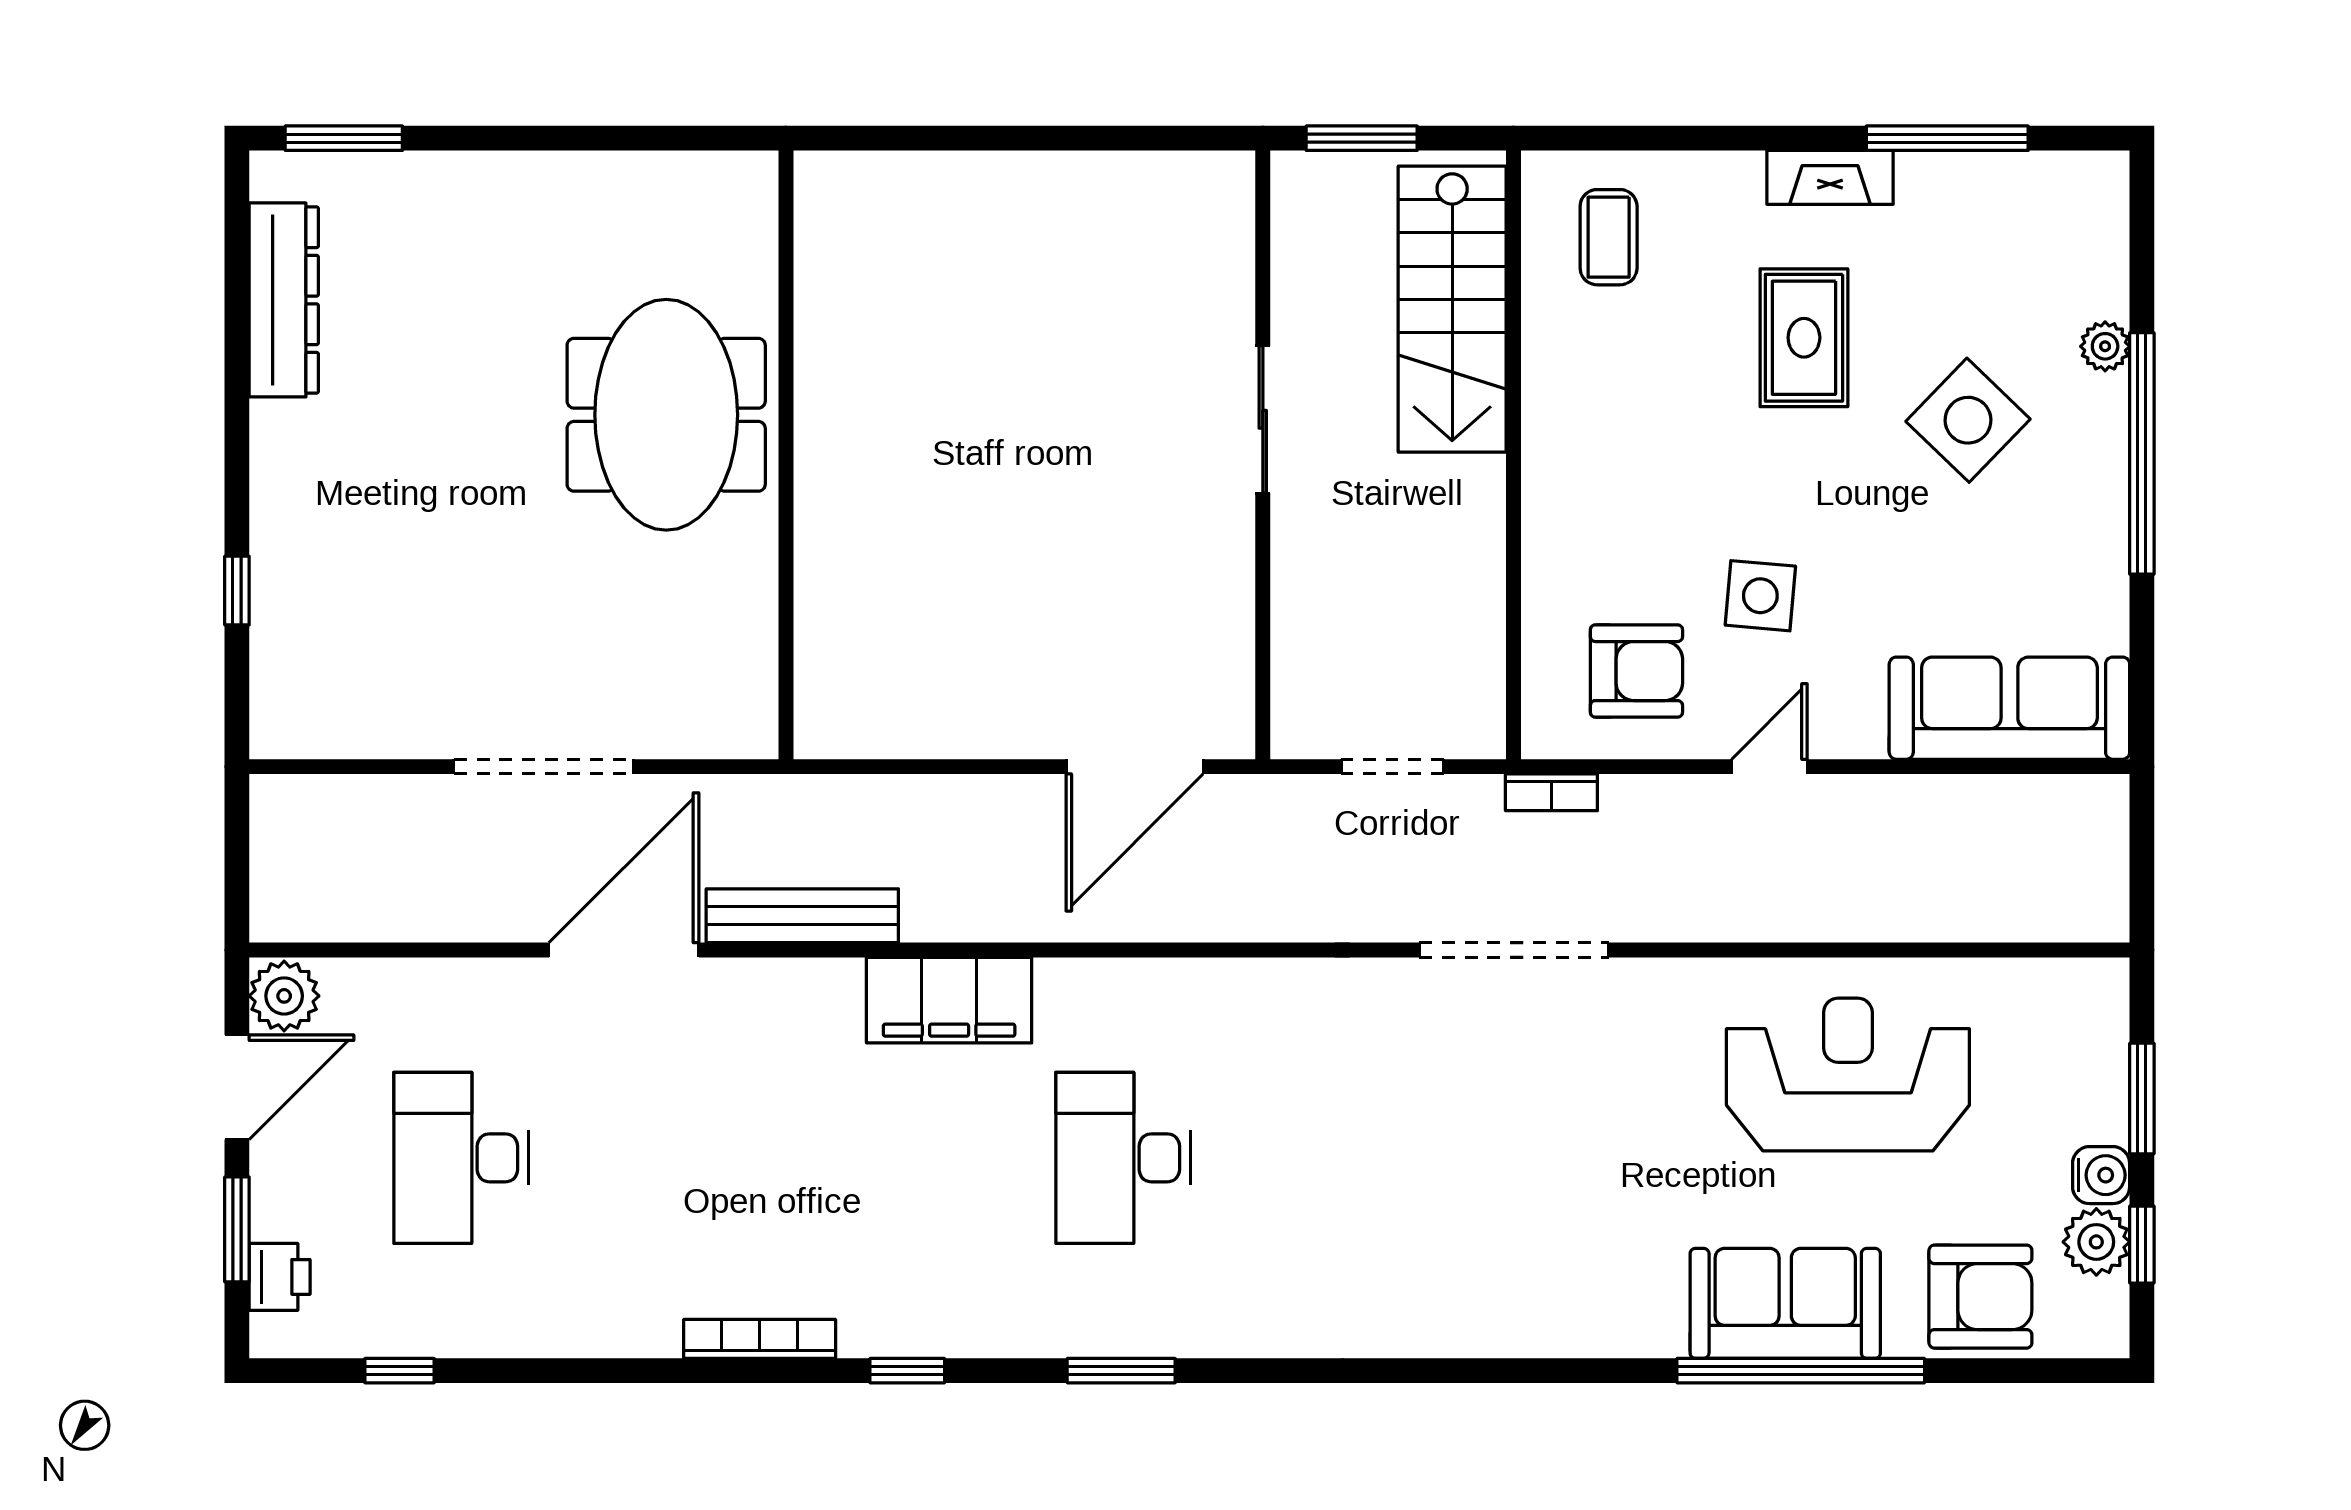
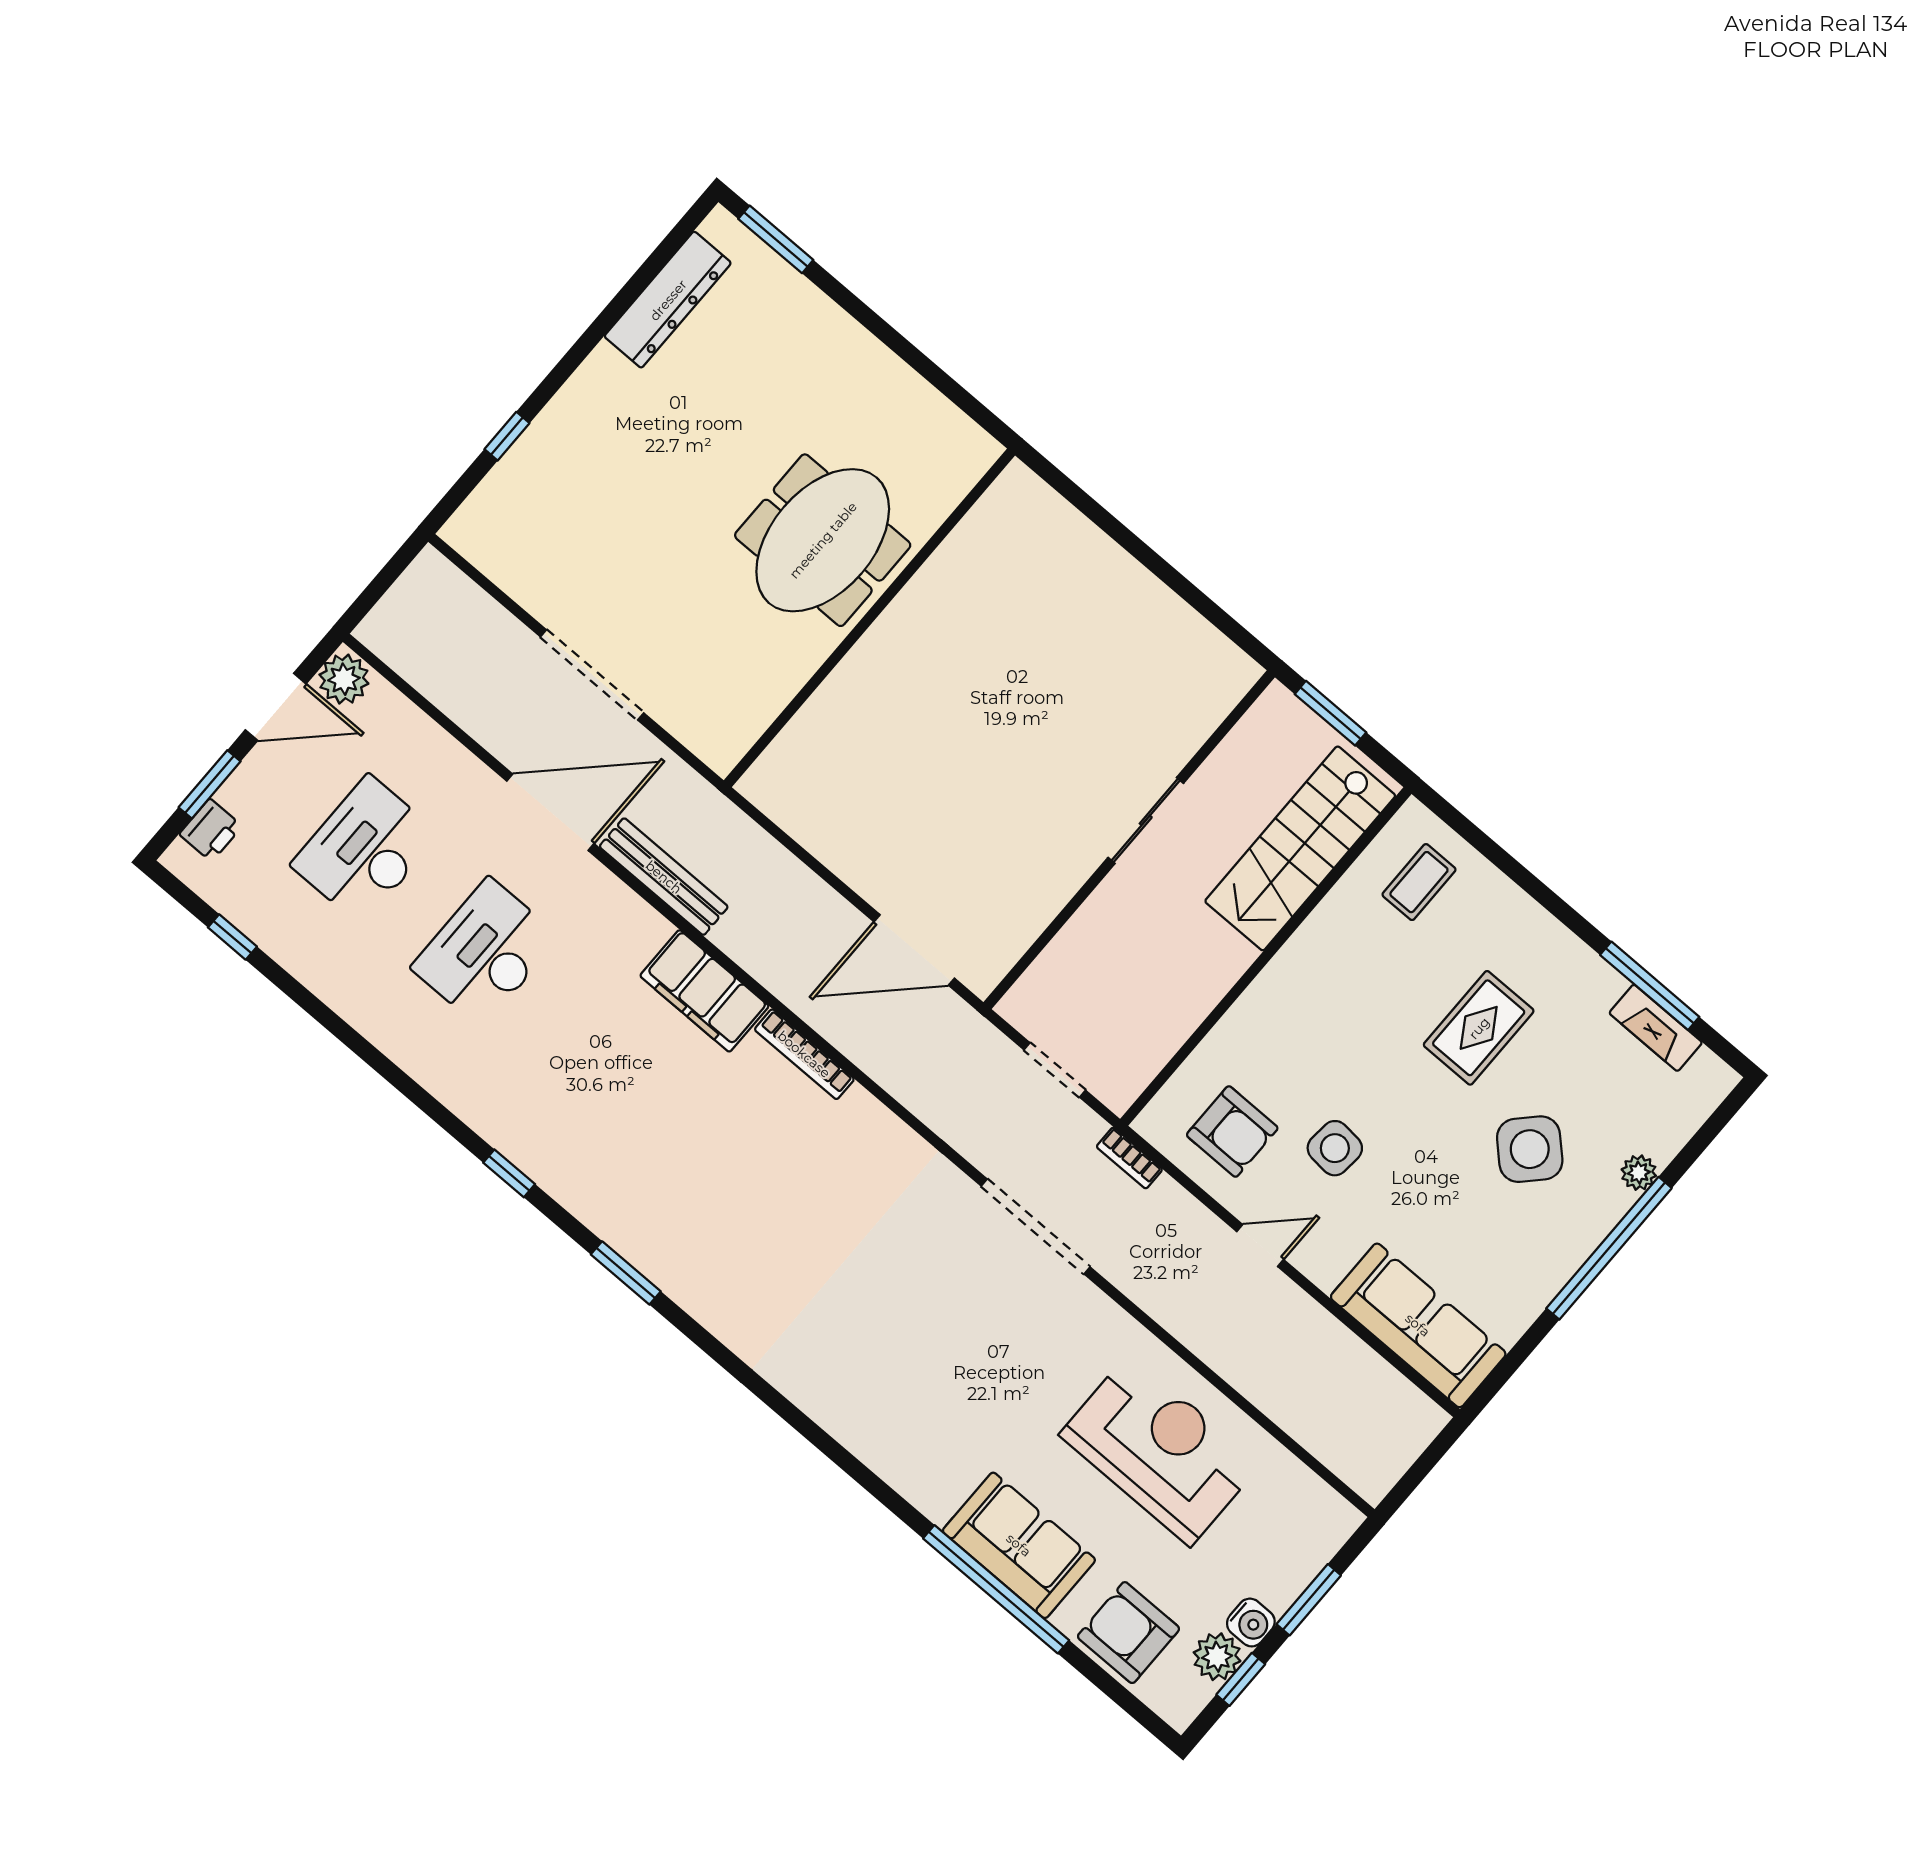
fireplace: (1830, 177) -> (1656, 1028), moved
desk: (1123, 1158) -> (485, 952), moved
armchair: (1980, 1297) -> (1129, 1633), turned 180
bookcase: (760, 1339) -> (804, 1054), moved, turned 180

